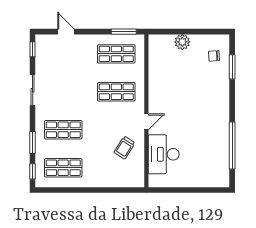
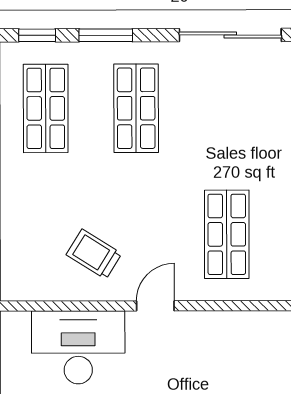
sliding door: (33, 90) -> (230, 35), width x1.37
door: (146, 122) -> (155, 306), swing flipped

